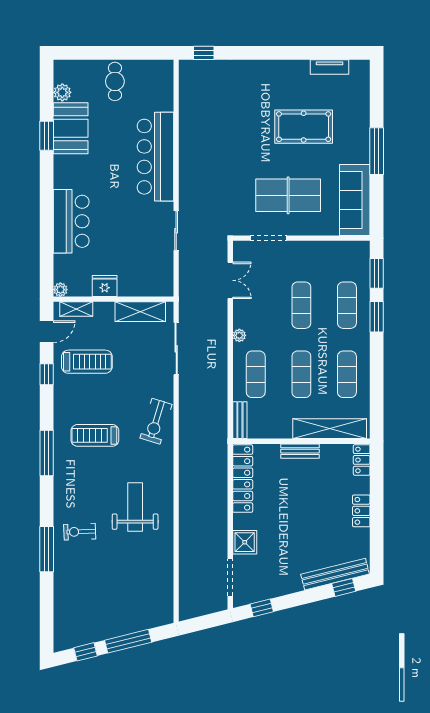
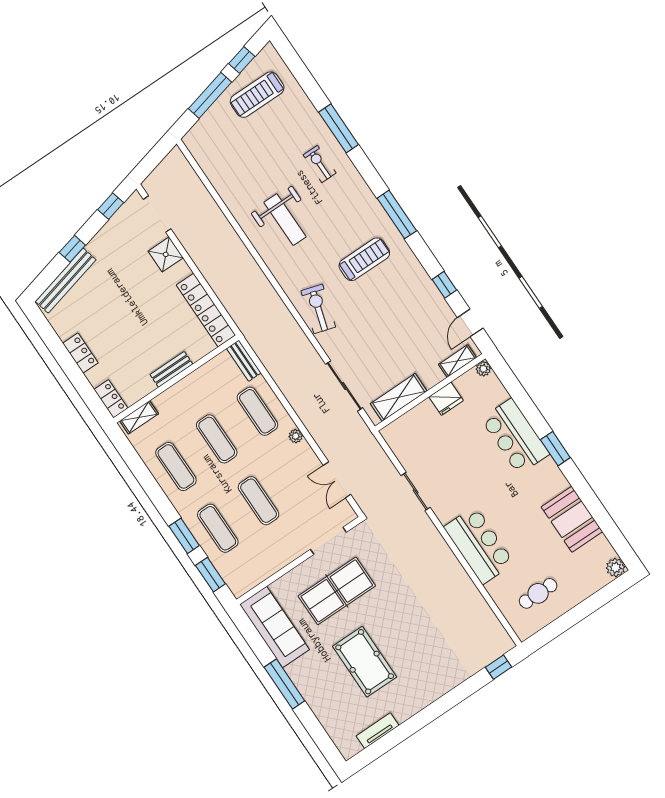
cafe table: (115, 81) -> (538, 593), moved, turned 90
plant: (62, 92) -> (616, 568), moved
pool table: (304, 127) -> (365, 662), turned 90
window: (47, 136) -> (555, 449), moved
bar counter: (155, 157) -> (479, 545), width x0.73
treadmill: (87, 362) -> (257, 95), moved
shelving: (330, 429) -> (139, 417), width x0.45, depth x0.75
exercise bike: (80, 532) -> (320, 164), turned -88
window: (344, 587) -> (72, 249), moved

